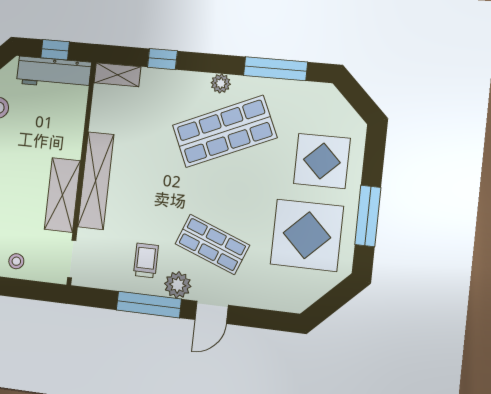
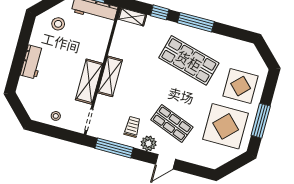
window: (275, 69) -> (196, 22), moved
plant: (221, 83) -> (191, 32), removed
shop shelf: (225, 131) -> (189, 60), turned 39
shelving: (96, 181) -> (110, 76), width x0.68
window: (149, 305) -> (114, 148), moved

